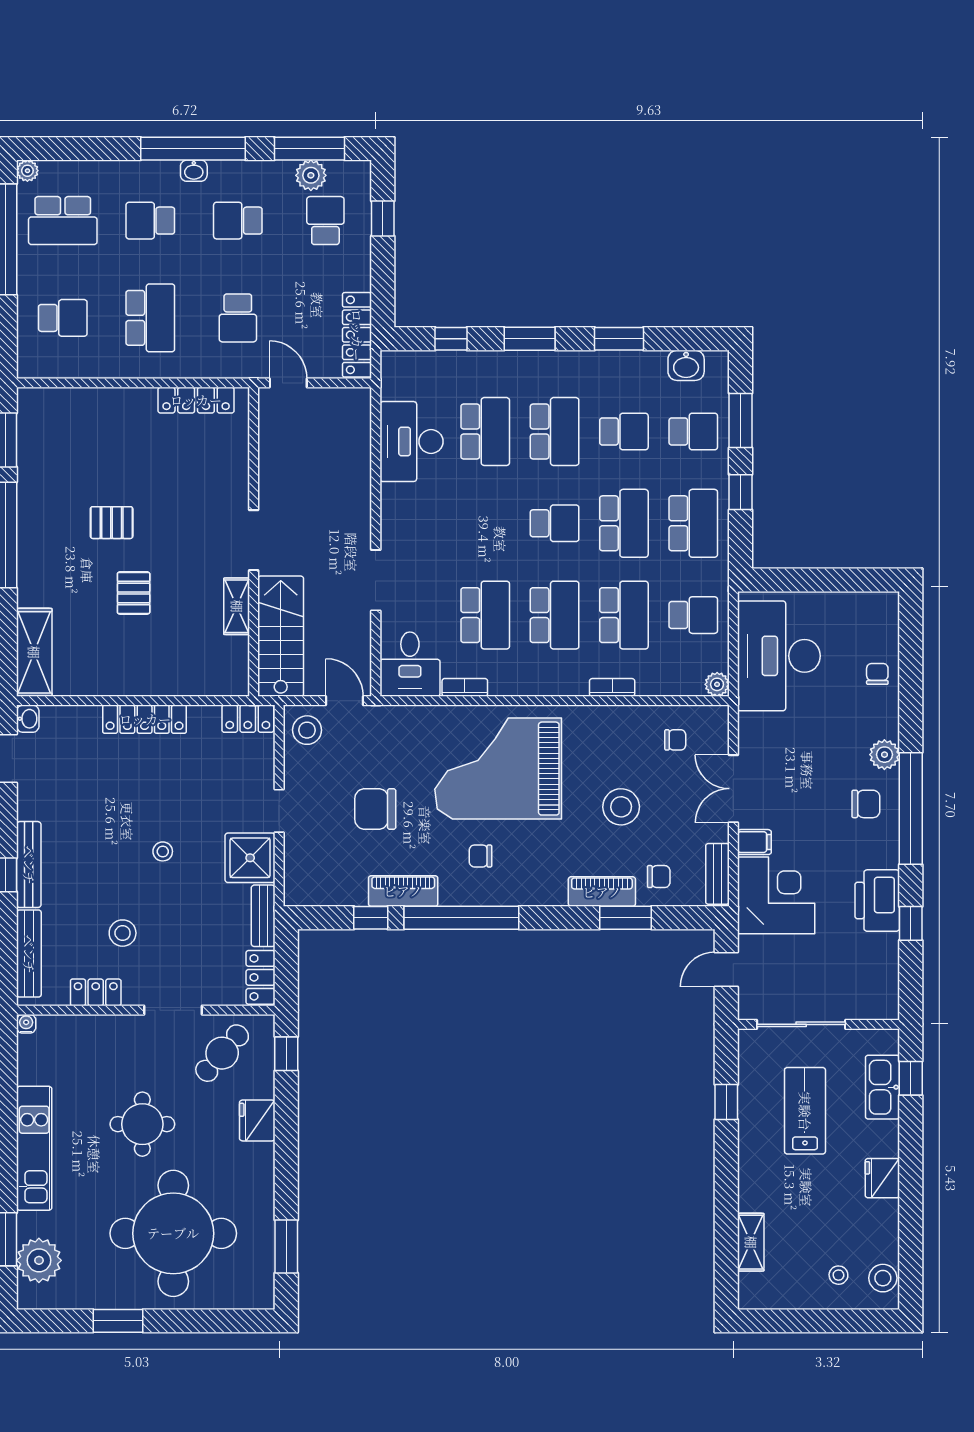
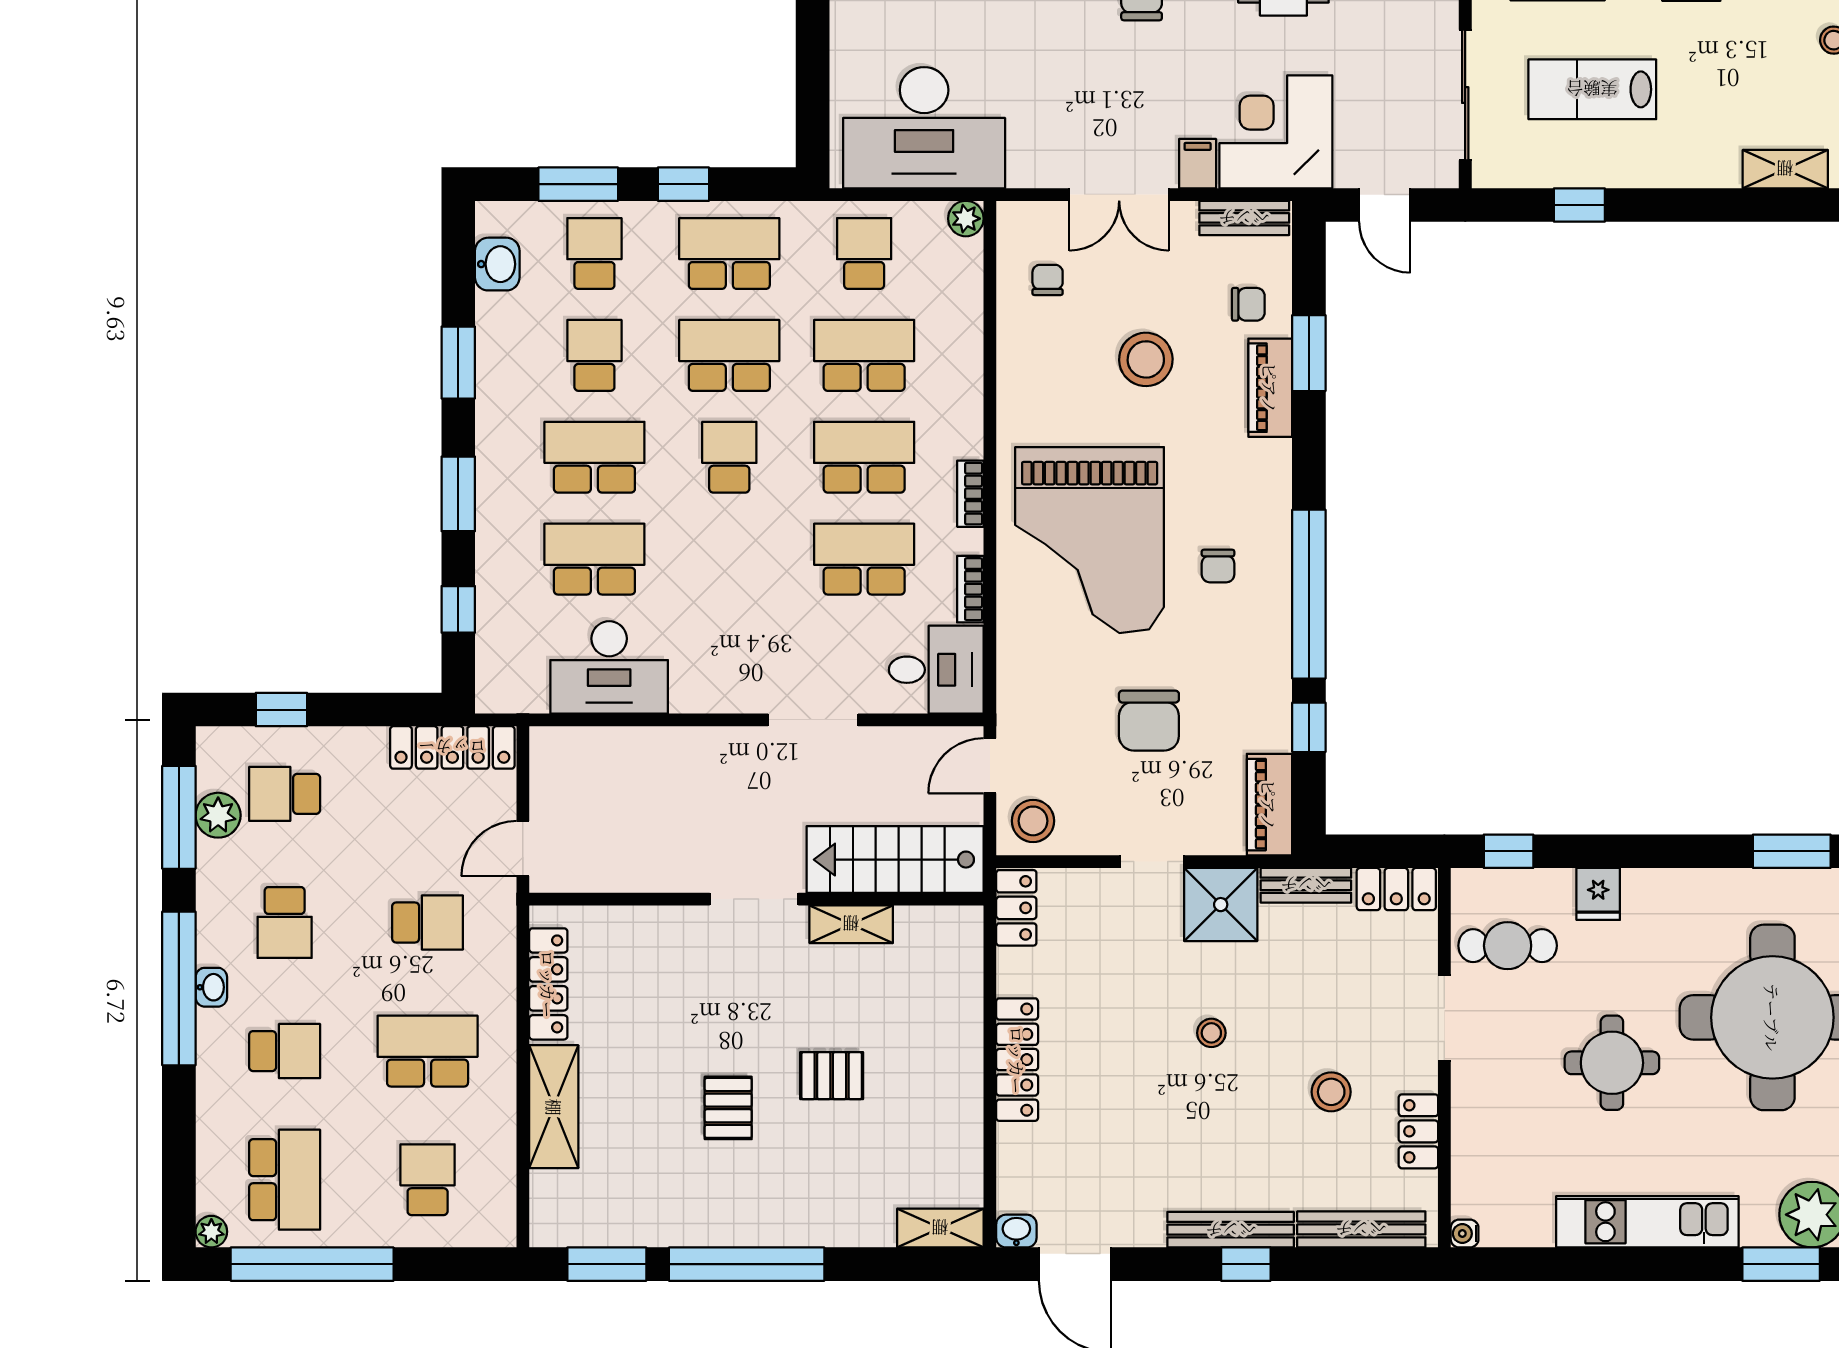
school desk: (150, 221) -> (285, 1051), turned -90
shelving: (112, 404) -> (554, 1107), added
shelving: (34, 652) -> (940, 1228), width x0.67, depth x0.75
bookcase: (612, 687) -> (970, 494), moved
chair: (659, 877) -> (1248, 304), turned 90
piano: (403, 891) -> (1269, 805), moved
cafe table: (222, 1053) -> (1508, 946), turned -41
fridge: (257, 1120) -> (1598, 894), width x0.72

